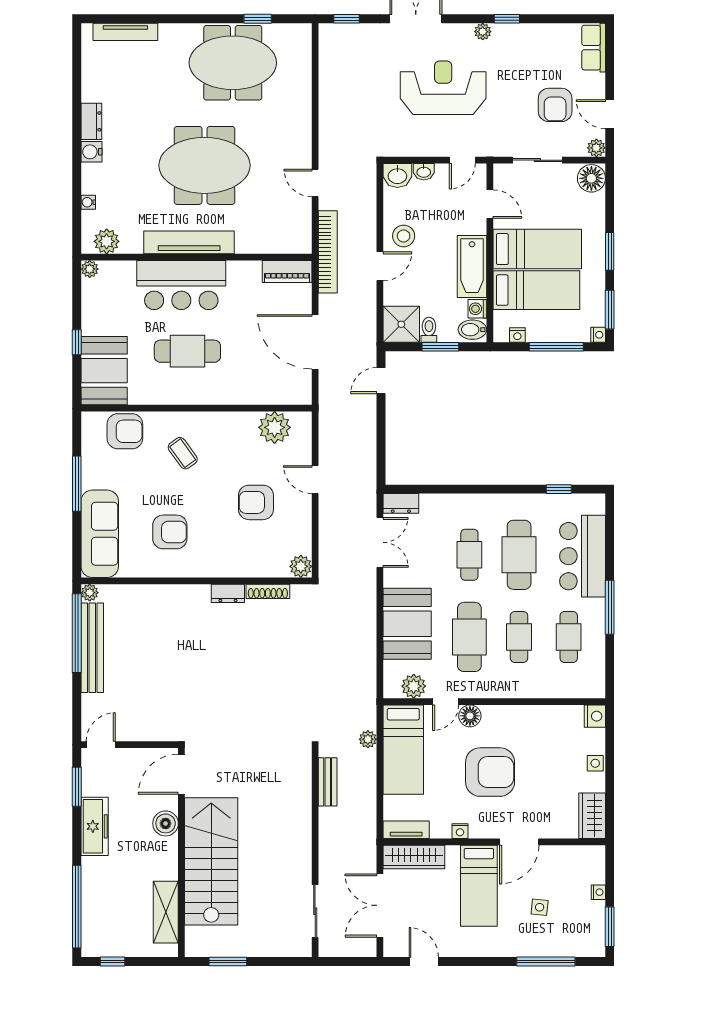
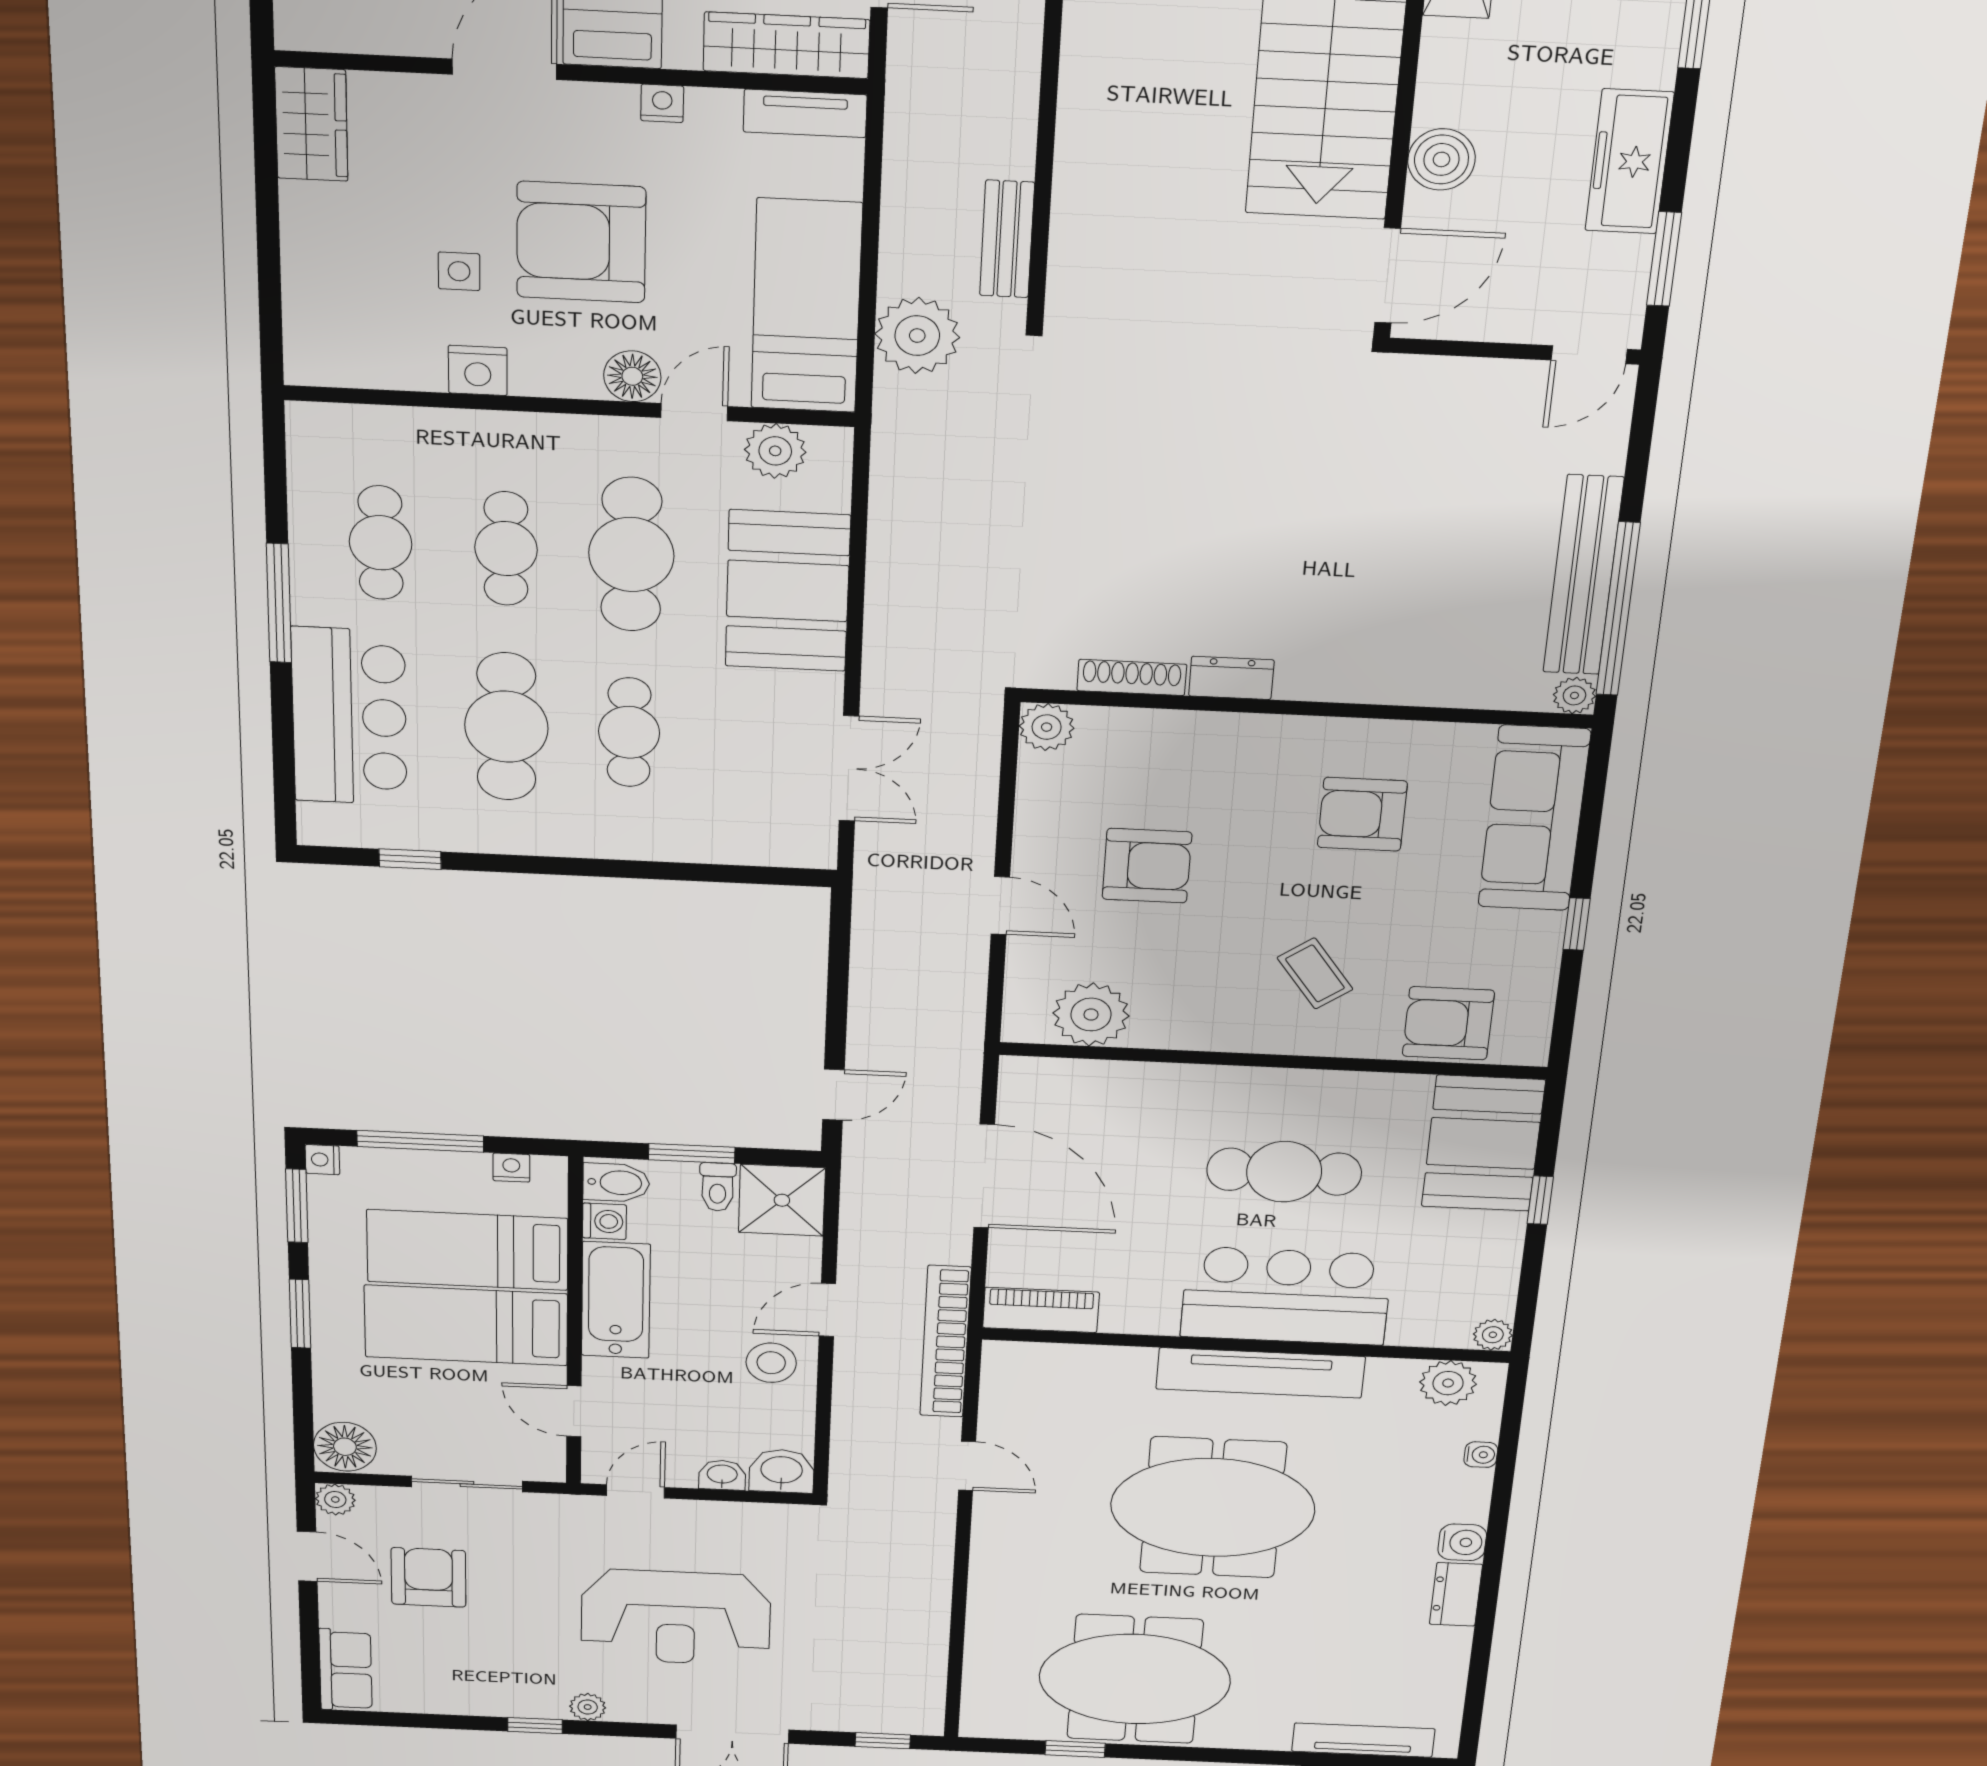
window: (77, 484) -> (1577, 924), width x0.46
dresser: (401, 503) -> (795, 847), removed
double door: (380, 542) -> (849, 769), swing flipped
nightstand: (595, 716) -> (478, 370), moved, turned -90
plant: (368, 739) -> (917, 336), width x1.87, depth x1.87
side table: (595, 763) -> (459, 271), moved

